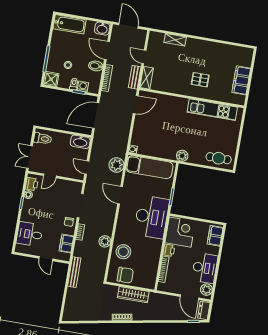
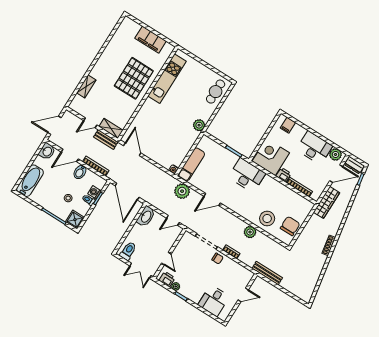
pallet: (200, 80) -> (134, 78), width x2.05, depth x2.00
exam couch: (149, 167) -> (191, 164), width x0.73, depth x0.69
desk: (151, 217) -> (247, 175), width x0.73, depth x0.77
filing cabinet: (215, 236) -> (288, 125), width x0.50
filing cabinet: (66, 244) -> (237, 269), removed
wardrobe: (133, 295) -> (327, 202), moved

